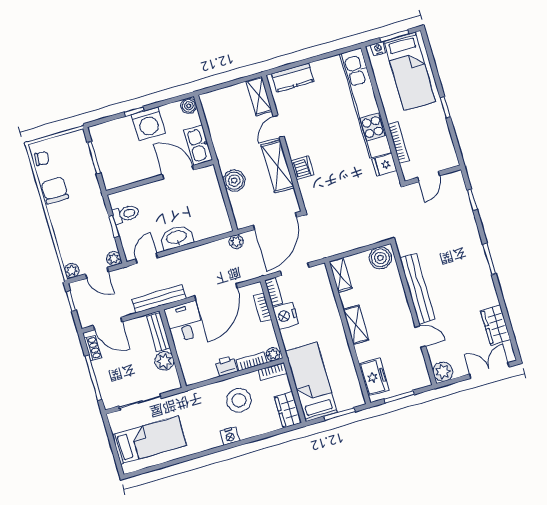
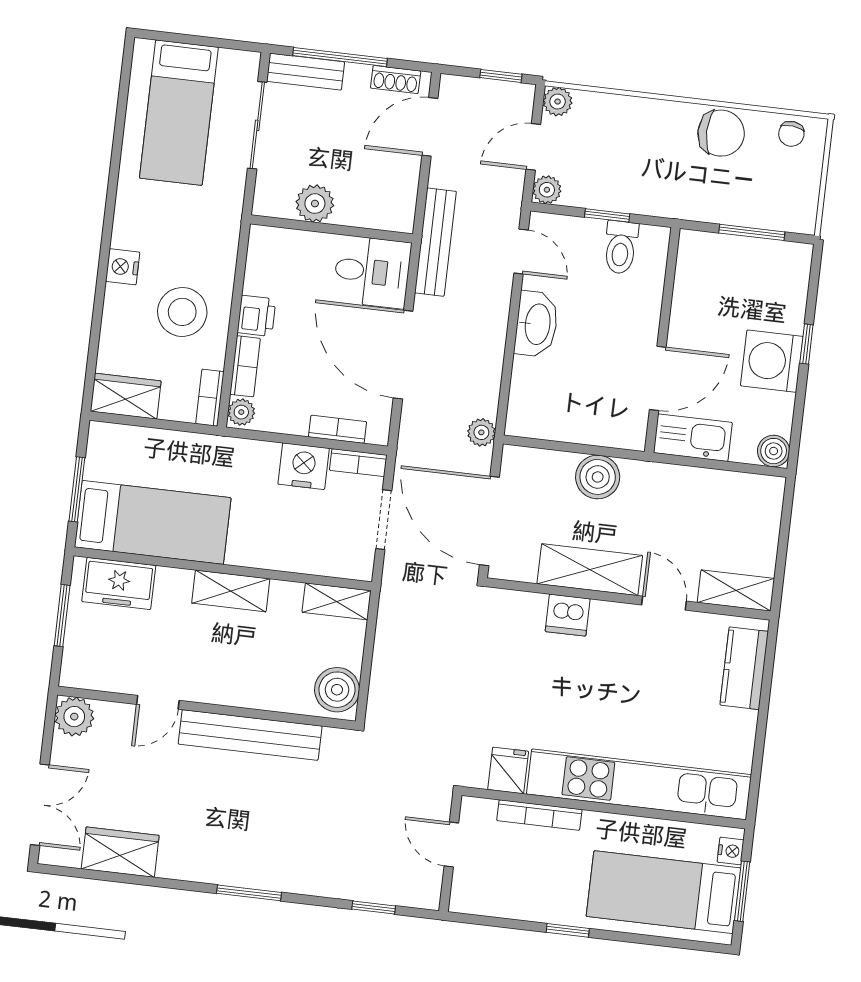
bench: (159, 332) -> (306, 72), moved
bed: (311, 382) -> (153, 522), moved

